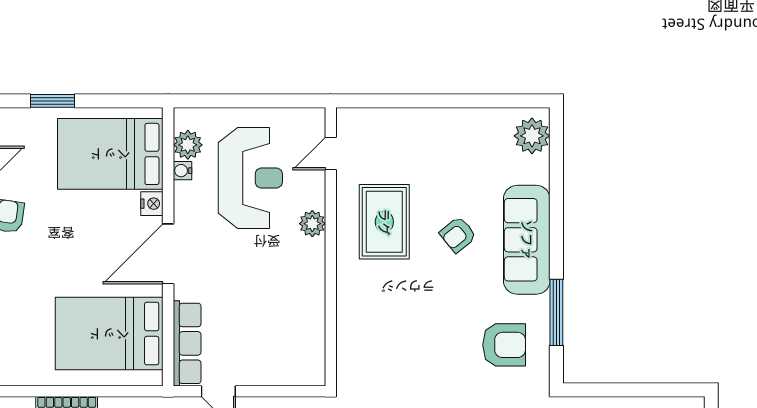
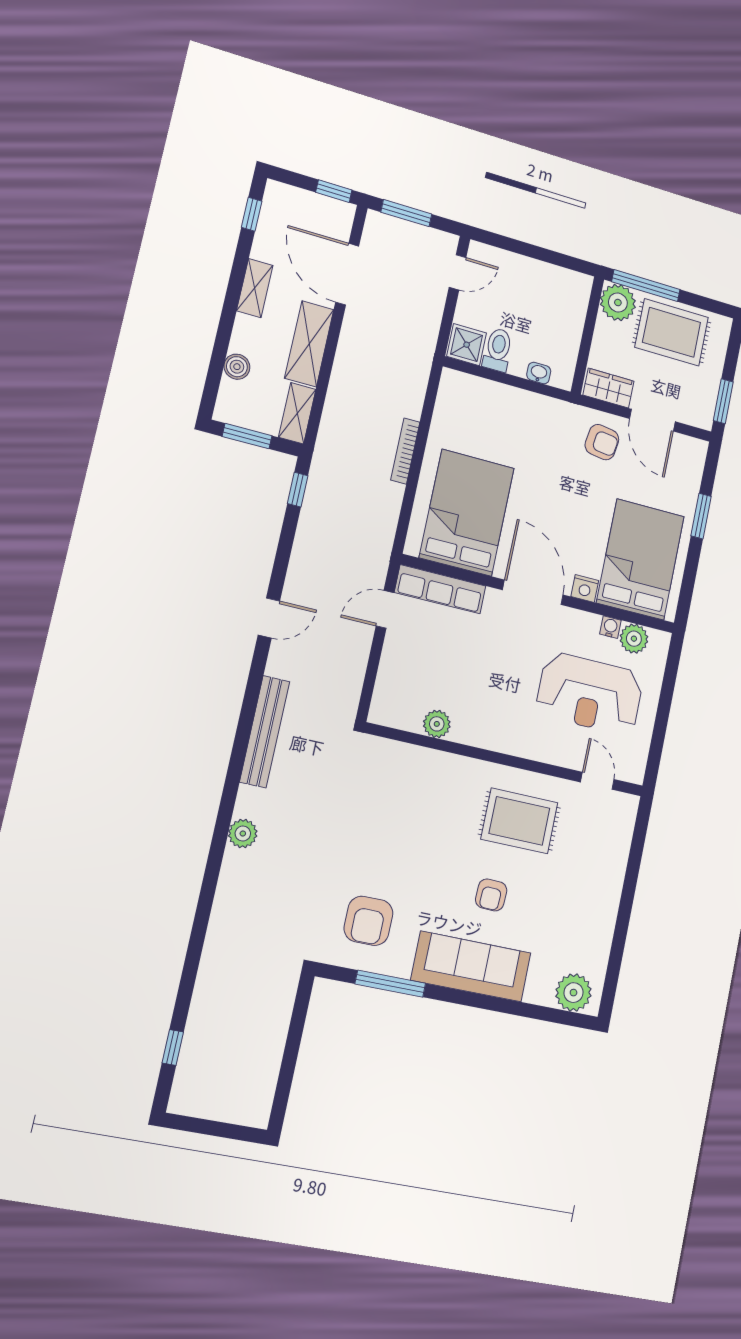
plant: (312, 224) -> (437, 724), moved
armchair: (458, 235) -> (491, 895), turned -139

